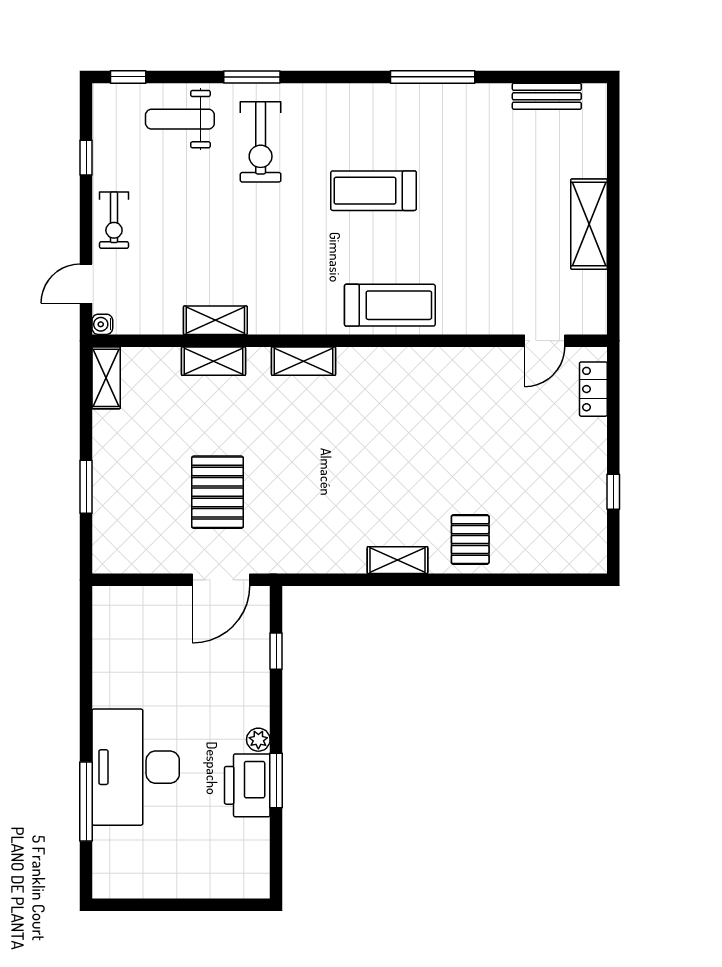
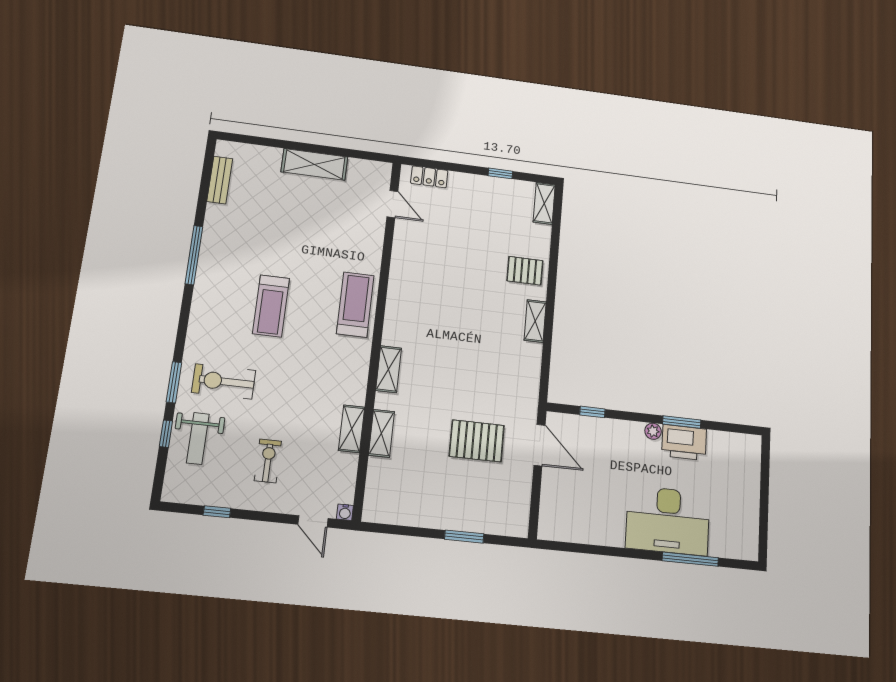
window: (128, 77) -> (166, 434), moved
exercise bike: (261, 142) -> (224, 381), turned 180
exercise bike: (114, 220) -> (268, 461), moved, turned -90
shelving: (106, 378) -> (544, 203), moved, turned 90

